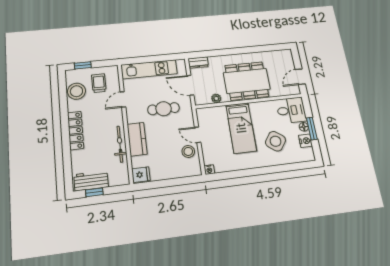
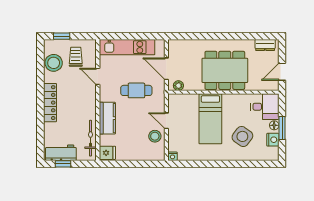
dresser: (198, 63) -> (265, 45), moved
plant: (216, 98) -> (178, 86), moved
door: (123, 99) -> (98, 76), hinge flipped
bicycle: (120, 144) -> (90, 138), moved

